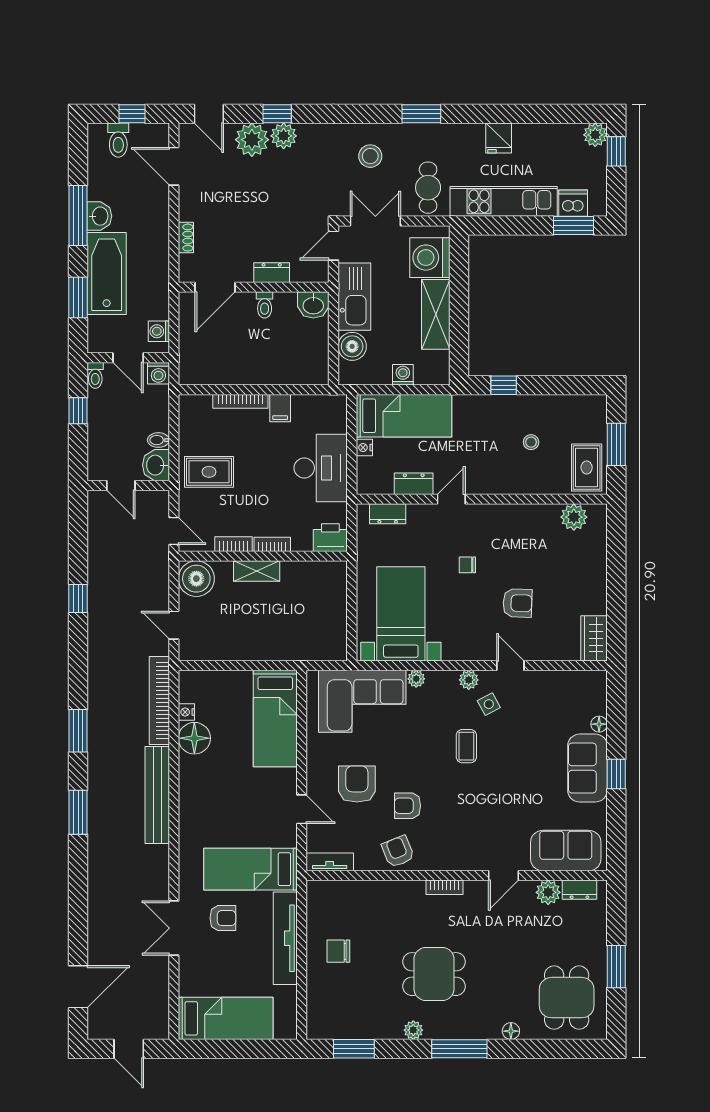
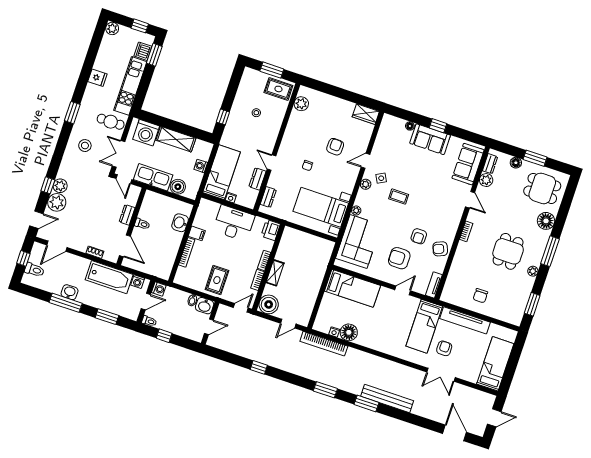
window: (616, 151) -> (140, 26), moved
bathtub: (107, 273) -> (109, 277), moved, turned 180
washbasin: (313, 305) -> (180, 223), moved, turned 180
bench: (157, 795) -> (387, 399), moved
floor lamp: (597, 935) -> (516, 163), added
floor lamp: (511, 1031) -> (546, 221), width x1.89, depth x1.89

